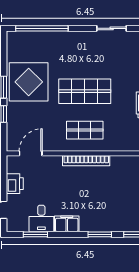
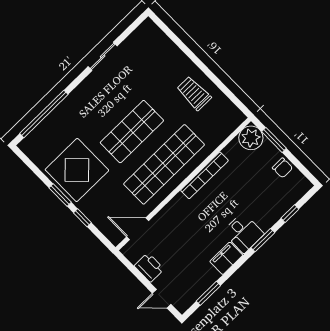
shop shelf: (85, 130) -> (164, 164), width x2.00, depth x1.36
door: (31, 153) -> (138, 229), hinge flipped
bookcase: (86, 161) -> (204, 175), moved
desk: (41, 218) -> (243, 233), moved

